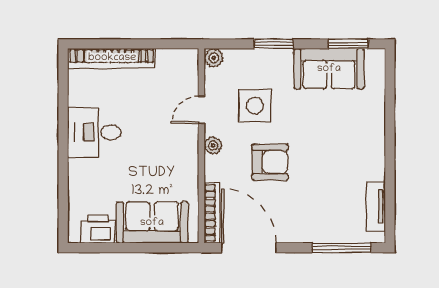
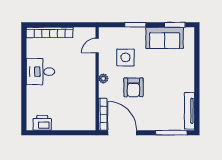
plant: (214, 58) -> (104, 32), removed
door: (201, 110) -> (97, 46), moved
armchair: (270, 162) -> (133, 87), turned 90
tv unit: (376, 206) -> (189, 111), width x1.41
sofa: (152, 223) -> (71, 119), removed

